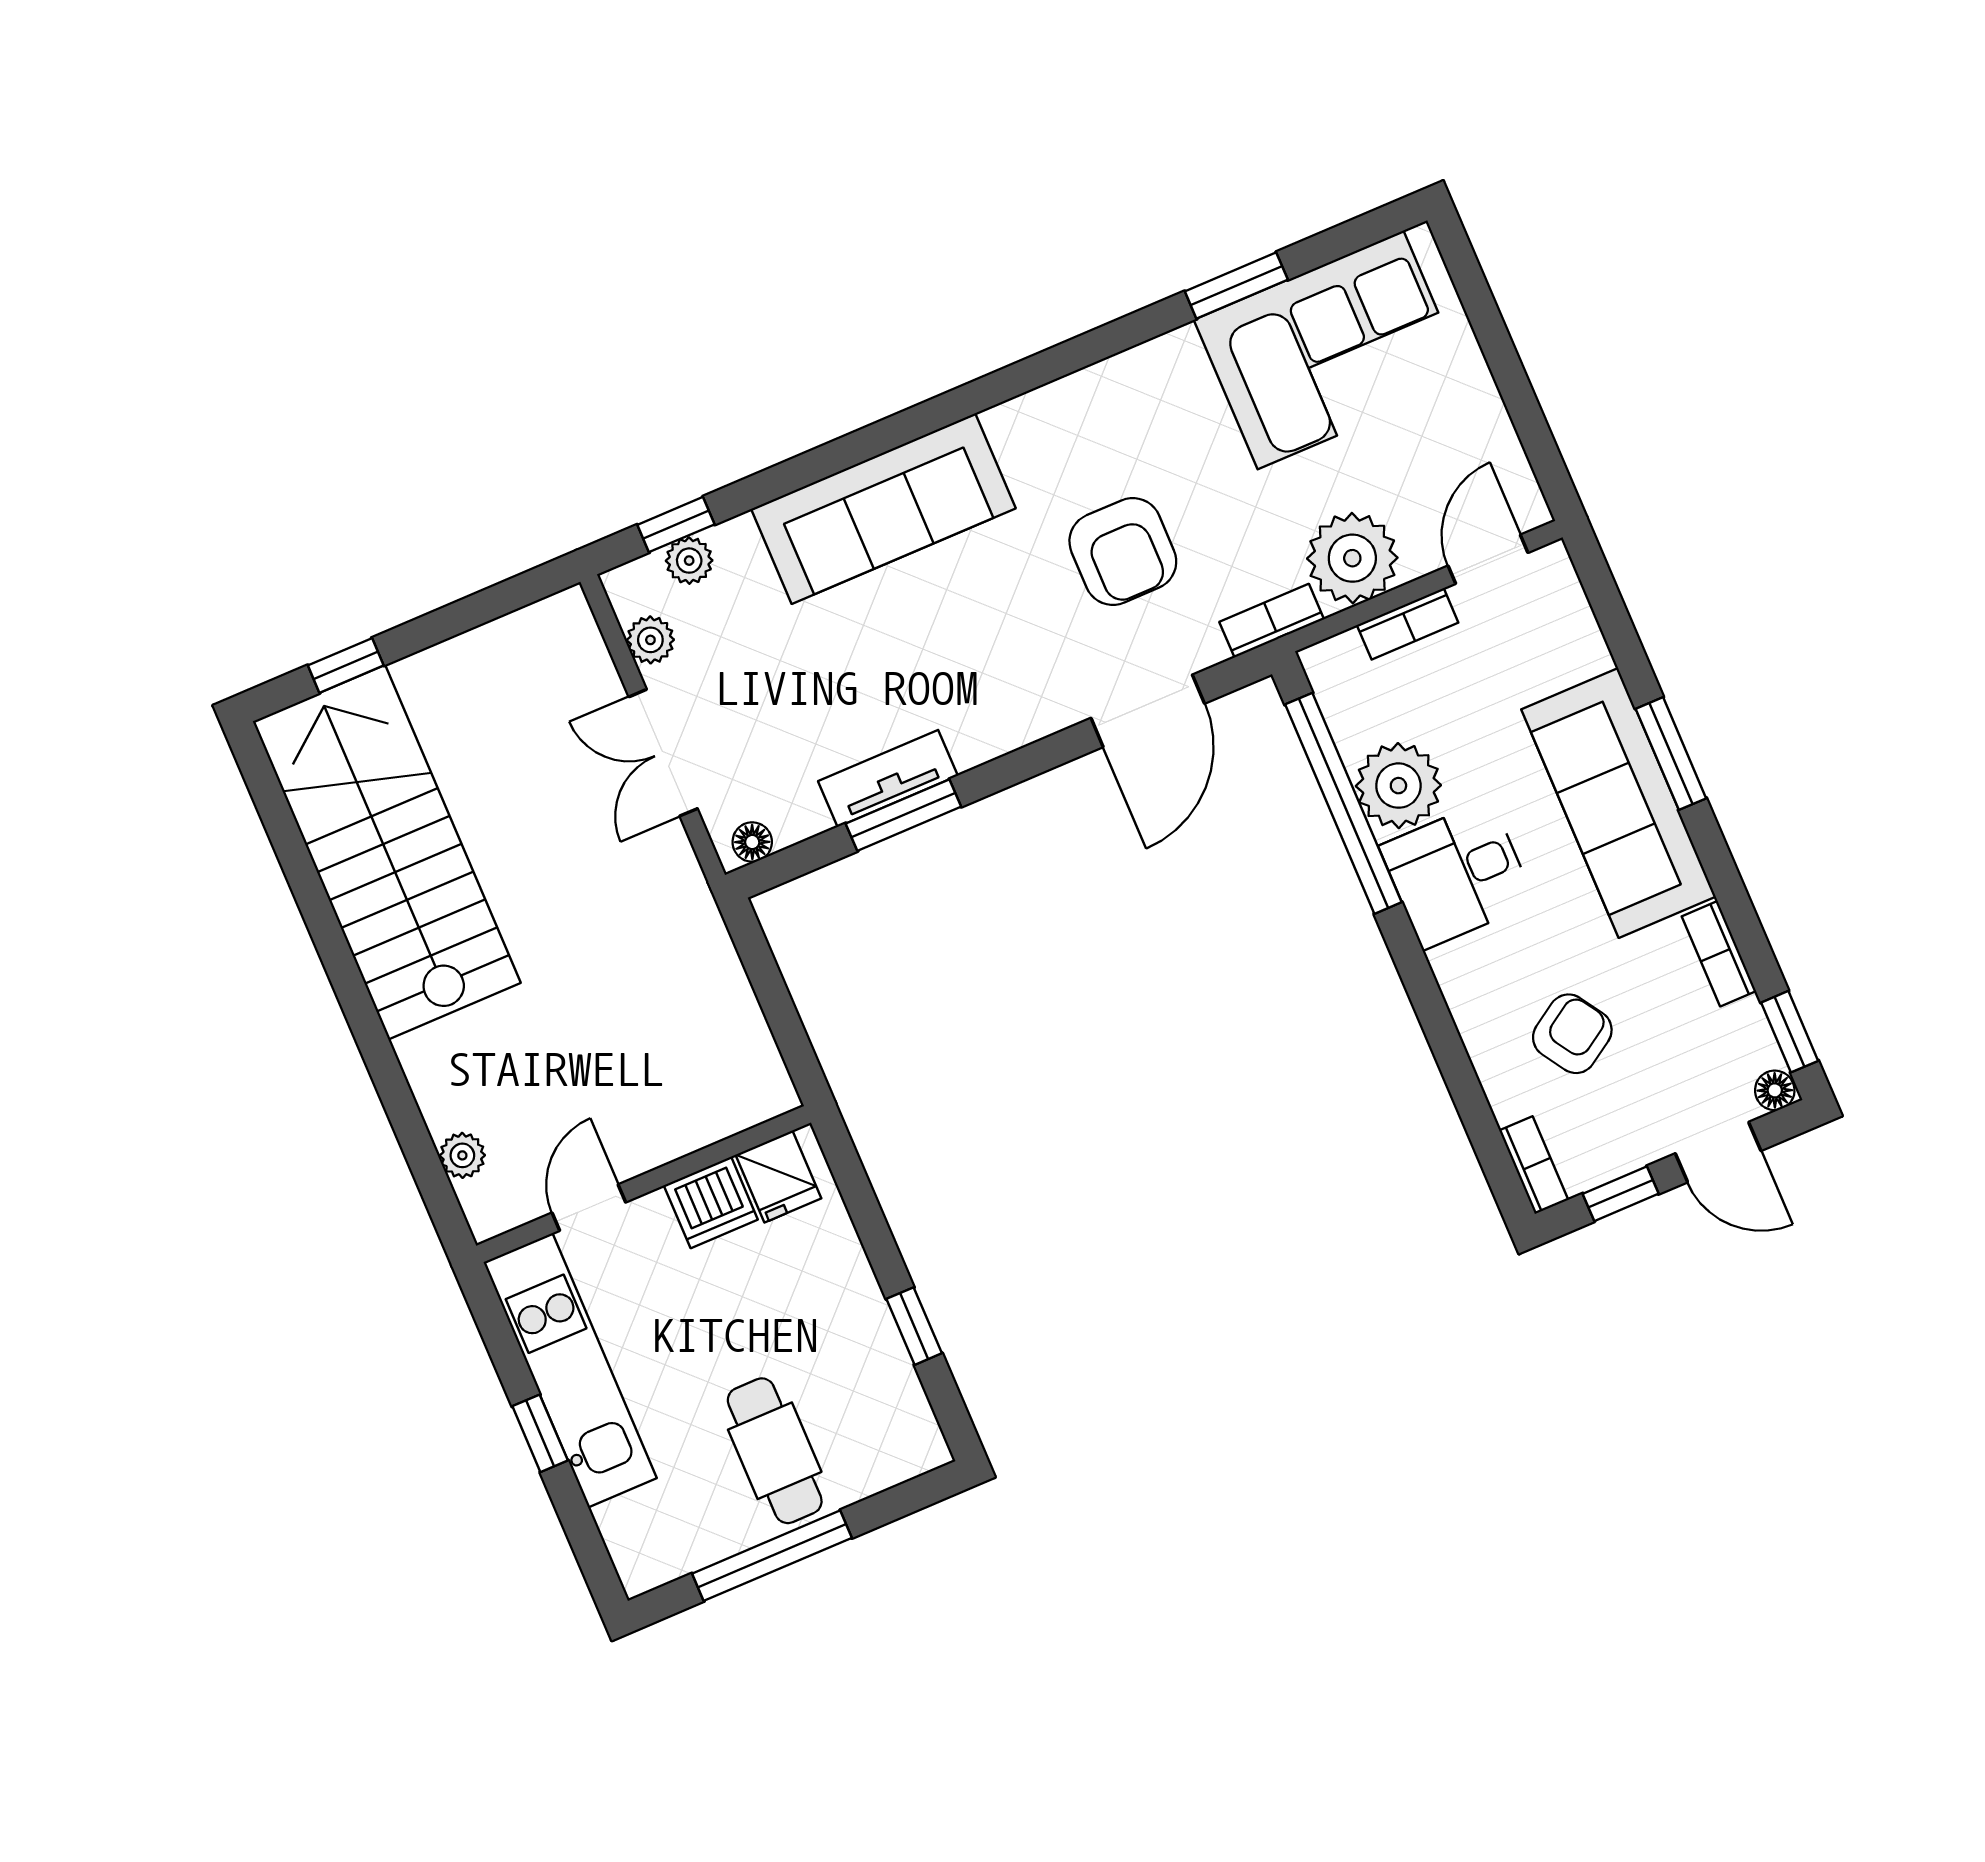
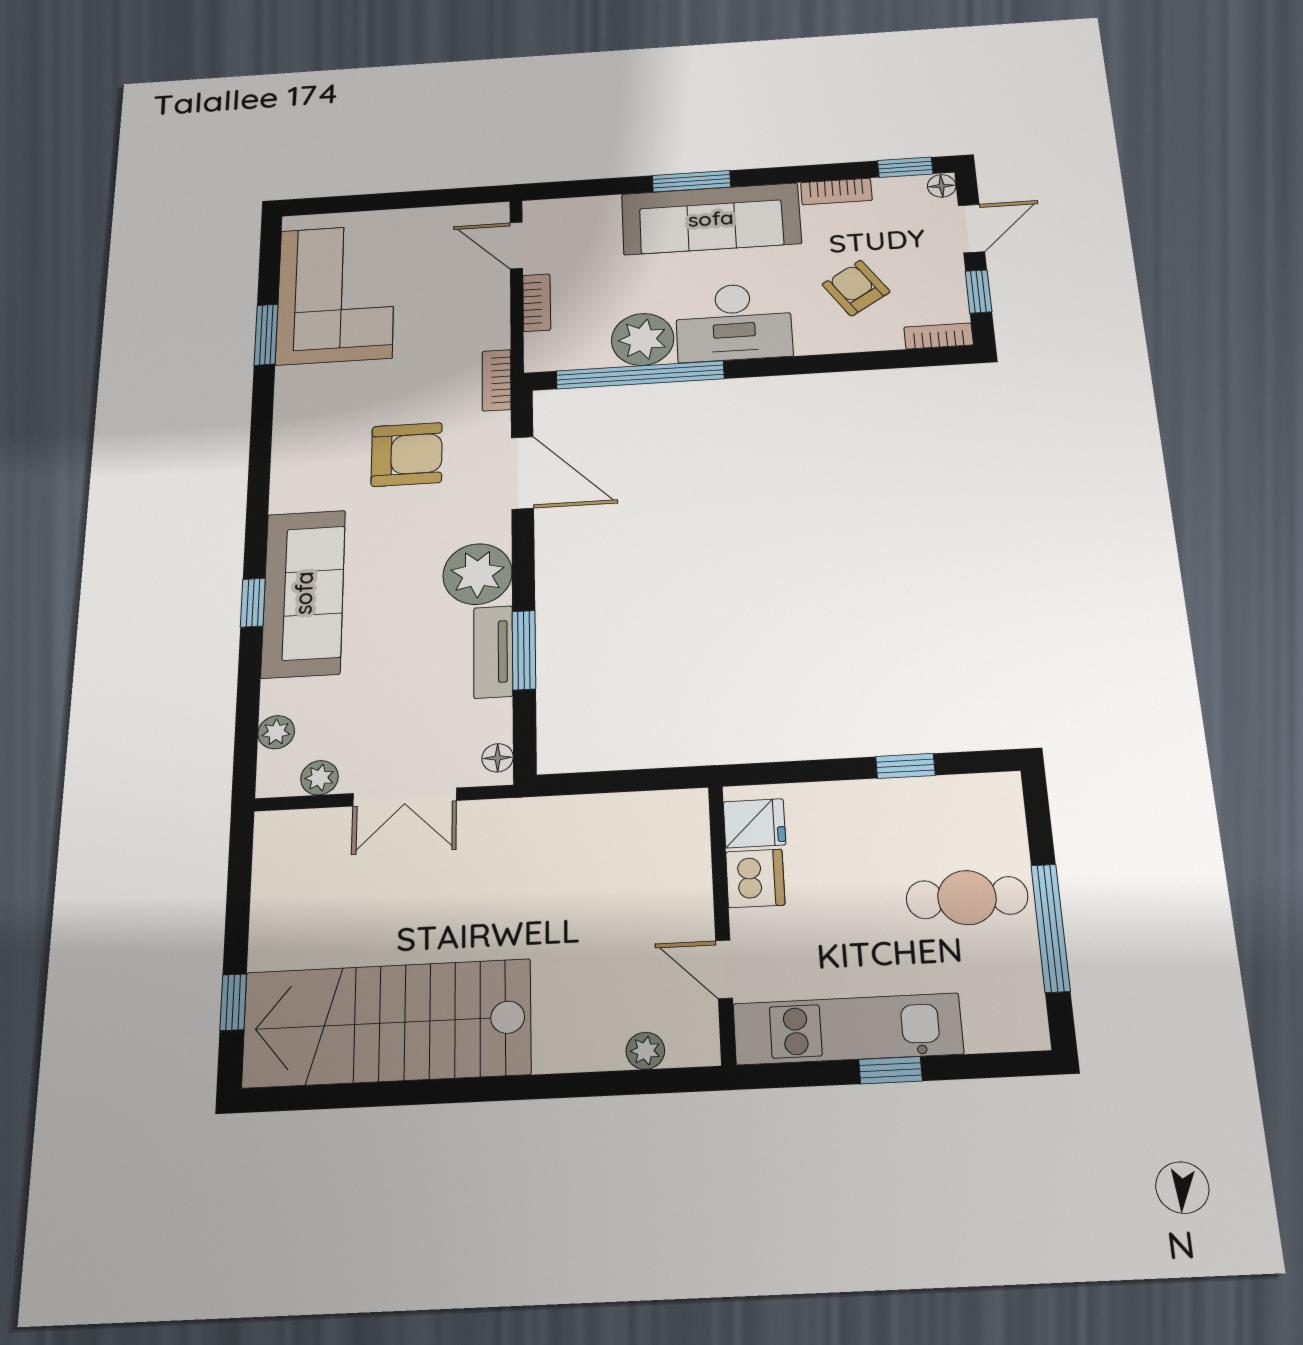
window: (676, 525) -> (253, 603), moved
plant: (1352, 558) -> (478, 574), moved
desk: (1457, 874) -> (734, 322), width x1.37

